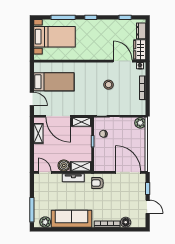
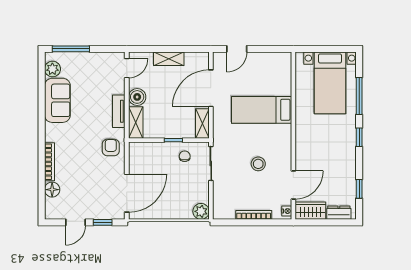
bed: (54, 82) -> (262, 110), moved, turned 90
shelving: (38, 133) -> (169, 59), moved
sofa: (71, 219) -> (57, 100), width x0.73

